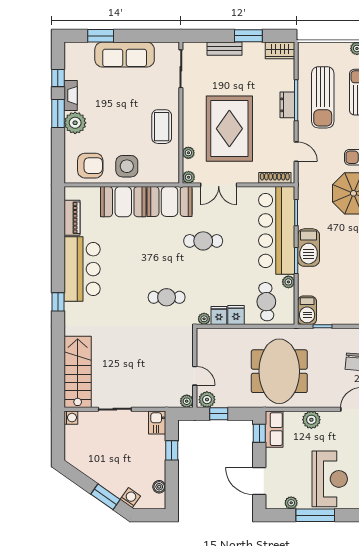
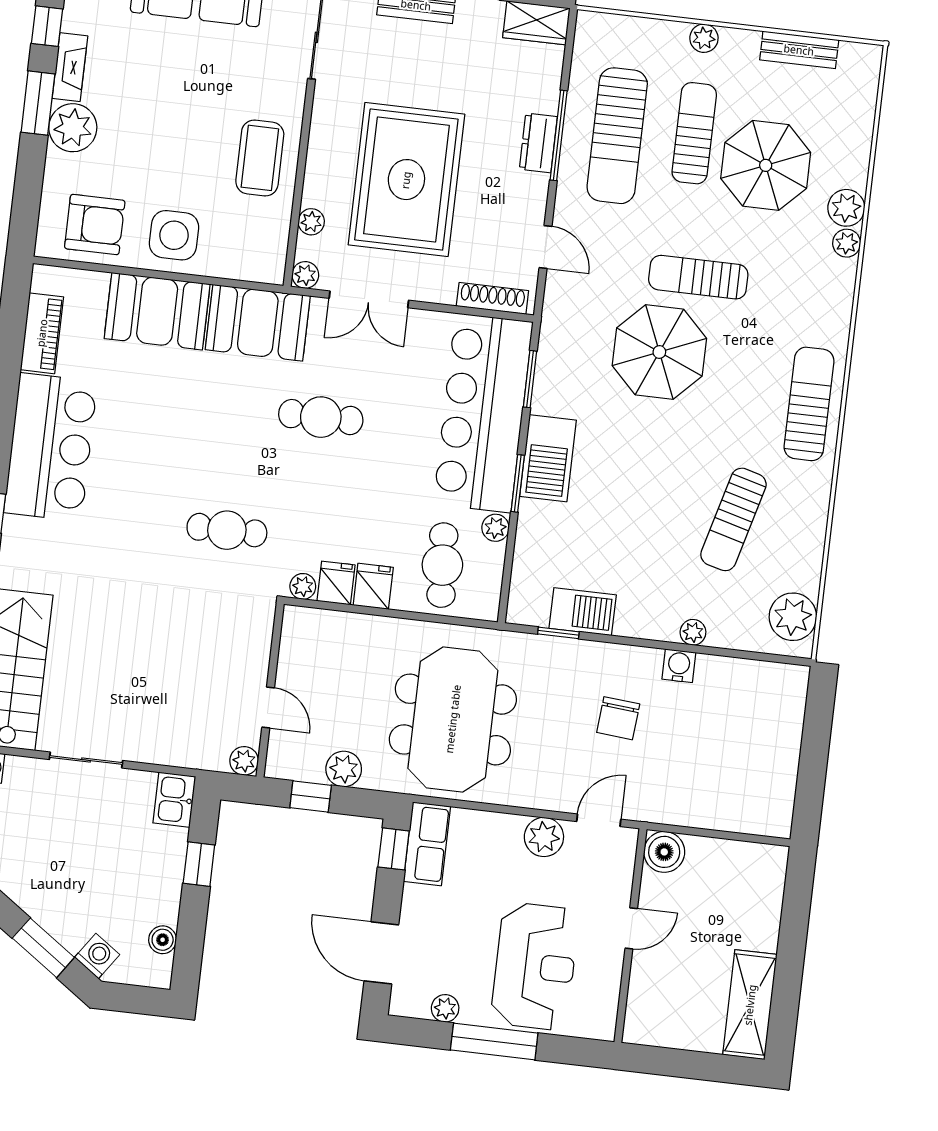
barbecue: (307, 310) -> (583, 612), moved, turned -90
plant: (207, 400) -> (344, 769), moved
plant: (311, 420) -> (544, 837), moved

